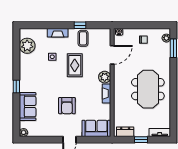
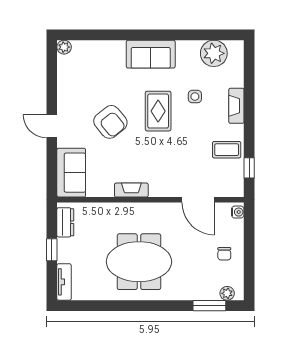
window: (80, 25) -> (249, 168), moved
rug: (75, 65) -> (158, 111), moved, turned 90
plant: (105, 77) -> (160, 187), removed
window: (16, 86) -> (144, 35), removed
sofa: (28, 106) -> (151, 54), moved
armchair: (67, 106) -> (110, 122), turned -129

